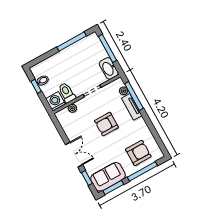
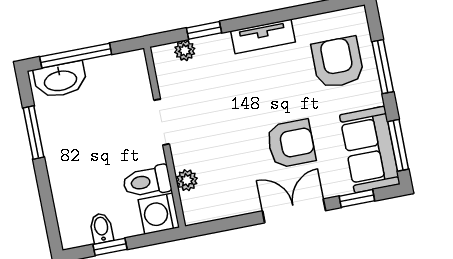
window: (72, 41) -> (34, 132), width x0.69
washbasin: (109, 68) -> (60, 80), moved
window: (134, 96) -> (204, 30), width x0.46
tv unit: (132, 107) -> (263, 36), moved
armchair: (106, 124) -> (291, 144), moved, turned -90
window: (142, 171) -> (383, 67), width x0.69

